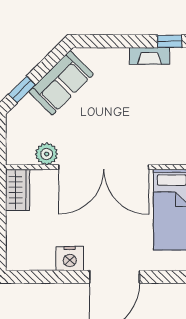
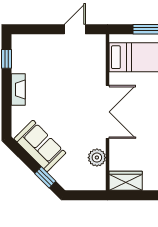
fireplace: (149, 56) -> (18, 90), moved
double door: (104, 167) -> (107, 112), width x0.73

